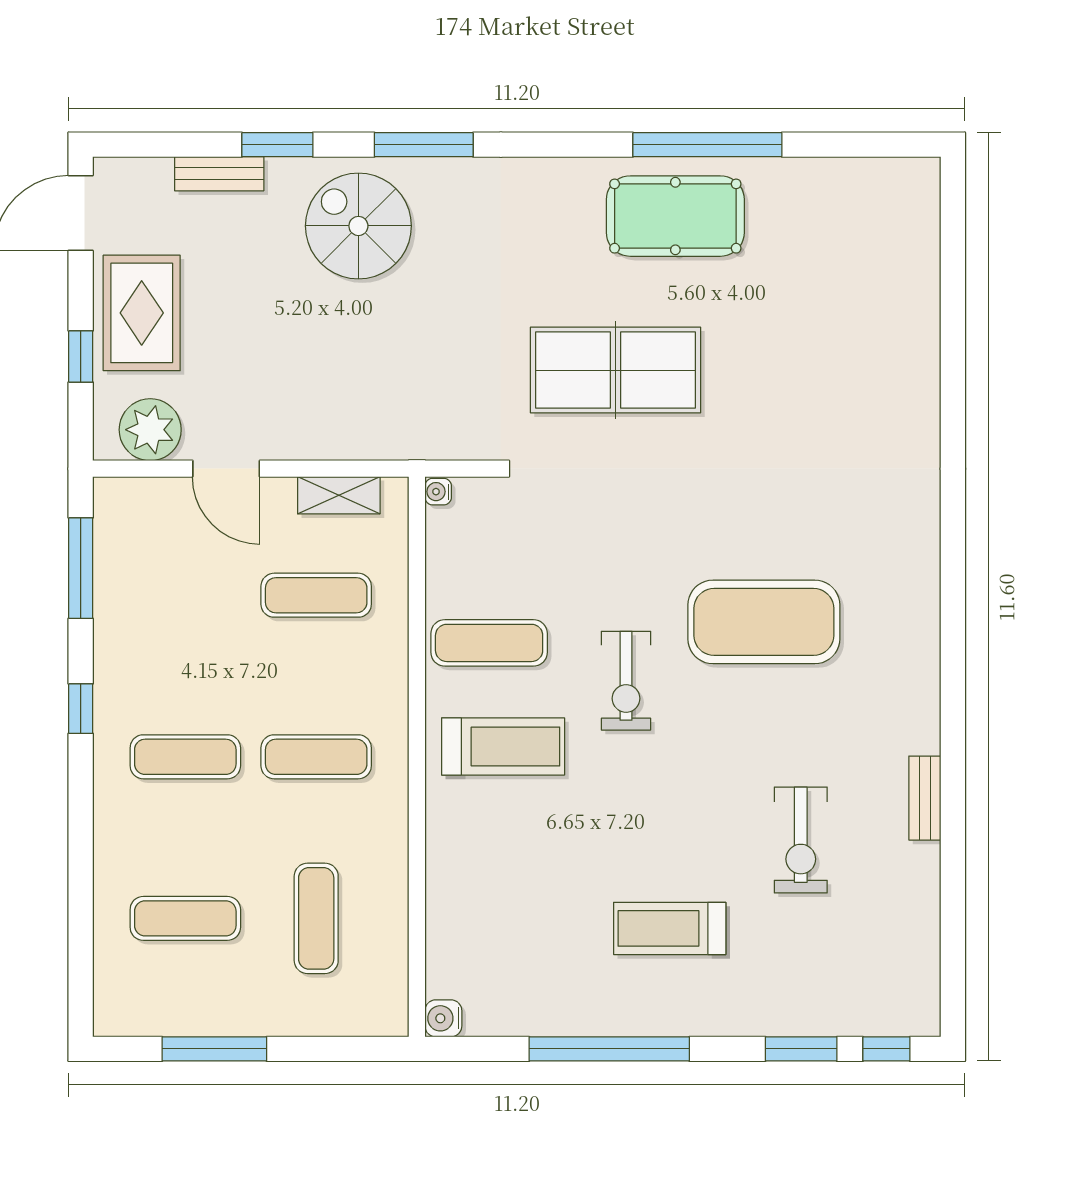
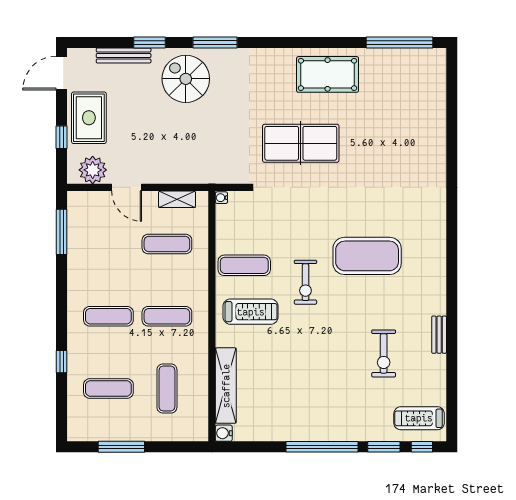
window: (707, 145) -> (400, 43), moved
bench: (219, 174) -> (124, 55), width x1.36
window: (81, 709) -> (62, 362), moved
shelving: (448, 912) -> (226, 386), added
treadmill: (670, 928) -> (419, 418), moved
window: (609, 1049) -> (322, 447), moved

